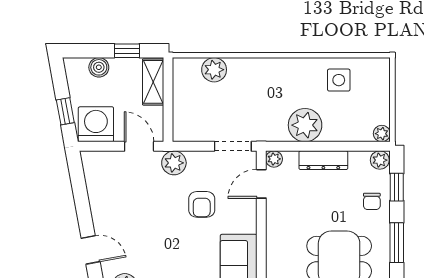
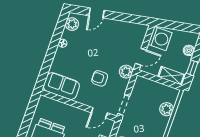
window: (65, 111) -> (172, 25), removed
plant: (274, 159) -> (110, 124), removed
door: (261, 184) -> (99, 113), swing flipped

